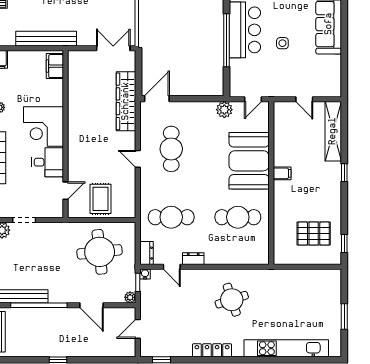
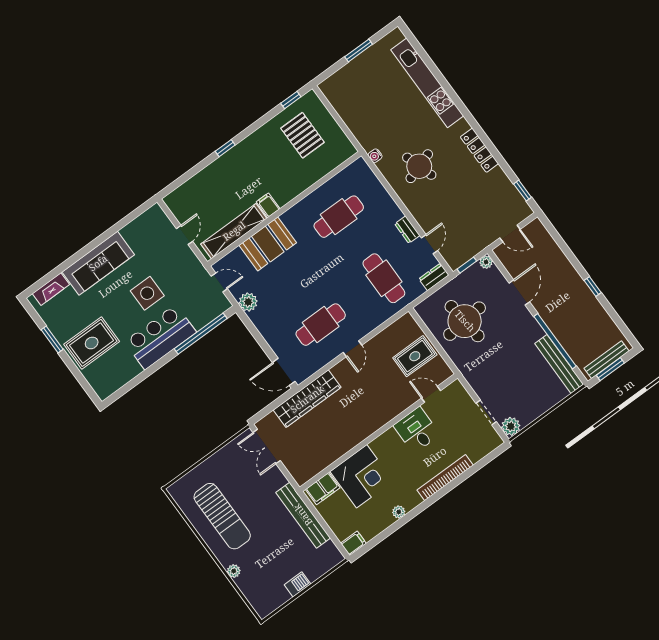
window: (226, 40) -> (201, 334), moved
side table: (282, 43) -> (147, 293), width x1.87, depth x1.87
corner desk: (43, 127) -> (362, 476), moved
shelving: (333, 131) -> (234, 231), moved
booth: (249, 161) -> (268, 244), width x0.73, depth x0.70
cafe table: (238, 217) -> (339, 217), turned 90
water cooler: (145, 274) -> (375, 156), moved

